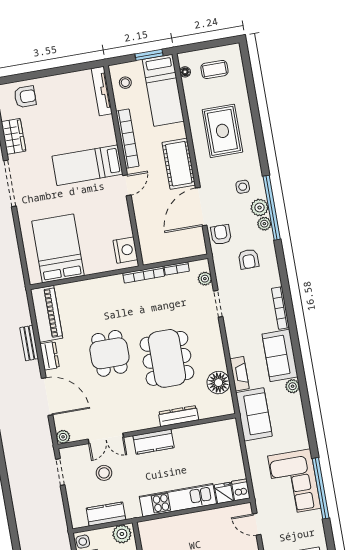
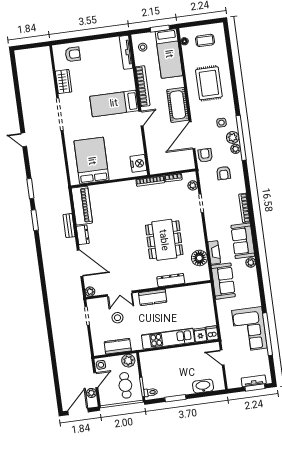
dining table: (109, 353) -> (124, 235), removed

